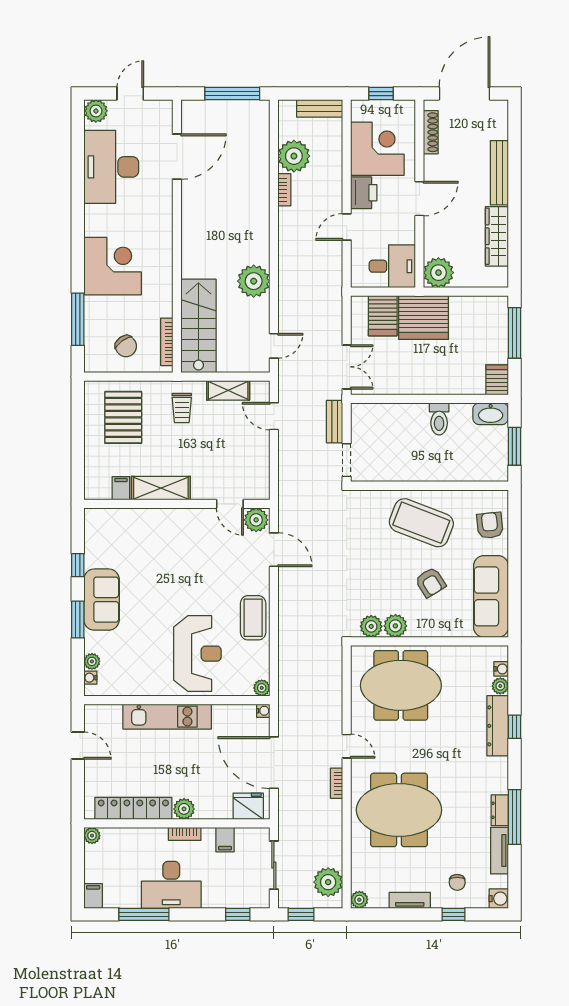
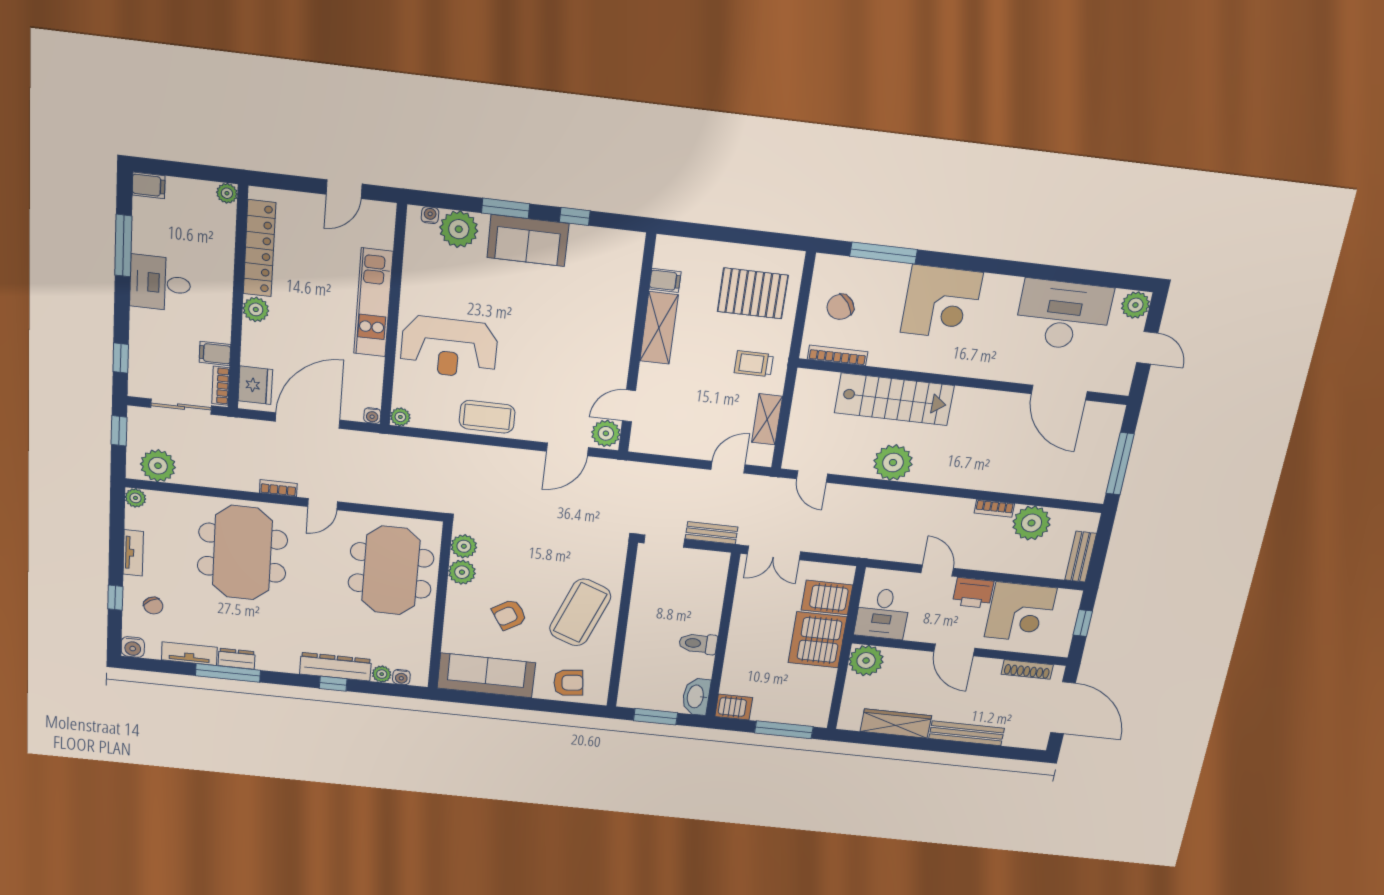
stairs: (198, 326) -> (894, 399), moved
plant: (92, 661) -> (459, 229), width x1.87, depth x1.87
bookcase: (185, 834) -> (221, 386), moved
chair: (457, 882) -> (153, 606), turned -122
desk: (171, 885) -> (160, 283), width x0.73

